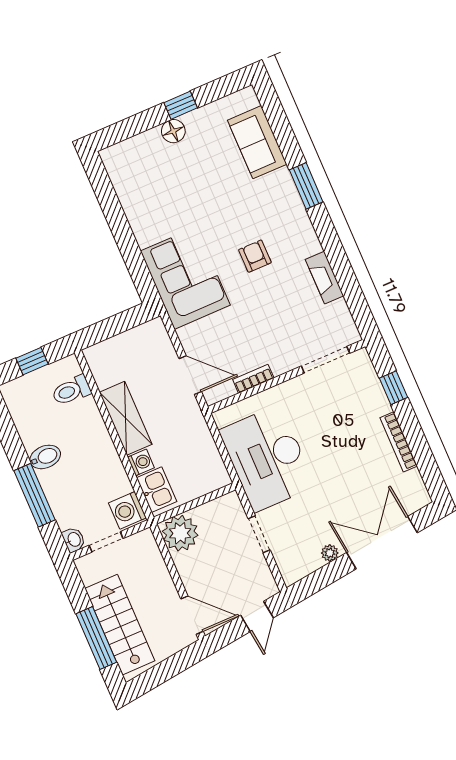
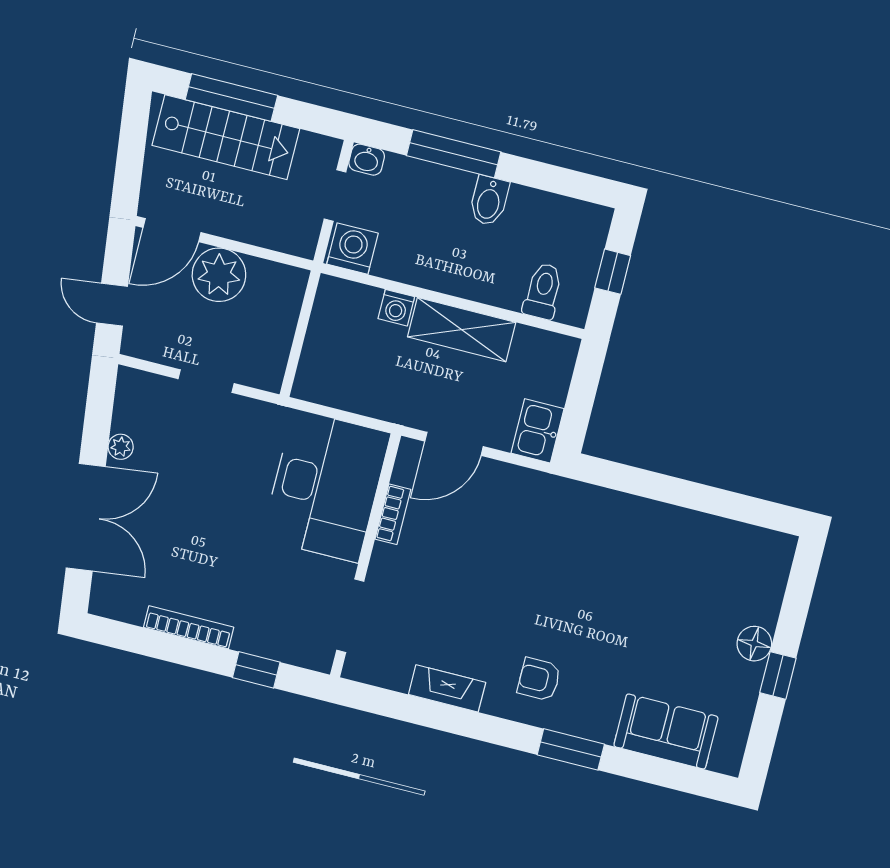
armchair: (255, 256) -> (539, 679), moved, turned 180
corner sofa: (185, 278) -> (572, 525), removed
desk: (267, 458) -> (326, 486), moved, turned 90
kitchen sink: (157, 490) -> (538, 431), moved, turned 90
plant: (180, 533) -> (219, 275), moved

